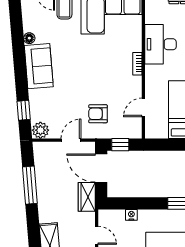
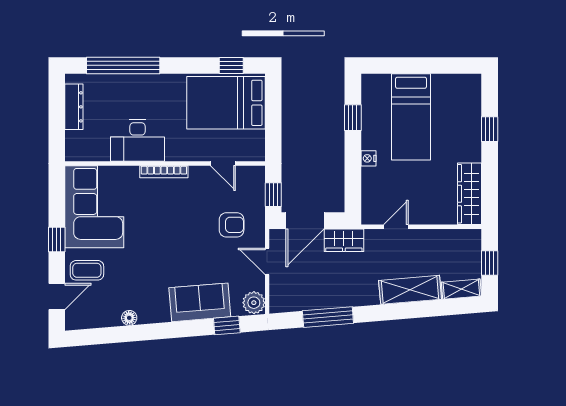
bookcase: (137, 64) -> (164, 172), width x1.56
sofa: (39, 66) -> (200, 302), moved
armchair: (98, 114) -> (232, 225), turned -90
nightstand: (131, 215) -> (368, 158), moved

